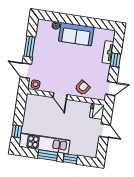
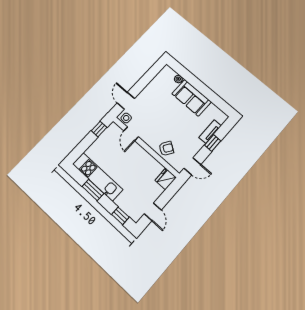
window: (30, 47) -> (143, 82), removed
door: (60, 96) -> (131, 134), moved
window: (17, 131) -> (99, 129), moved
door: (105, 131) -> (153, 212), moved
window: (70, 159) -> (120, 216), moved

